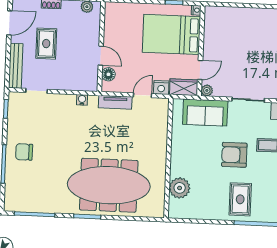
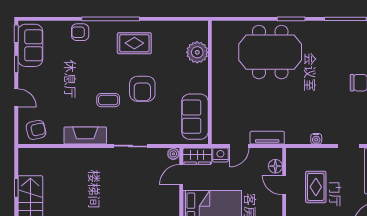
rug: (46, 44) -> (316, 187), moved
water cooler: (82, 100) -> (316, 139), moved
sofa: (205, 112) -> (195, 117), moved, turned -90
armchair: (234, 155) -> (142, 89), turned 90
meeting table: (109, 185) -> (270, 52), width x0.73
rug: (240, 199) -> (134, 43), turned 90

